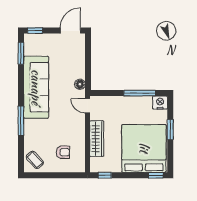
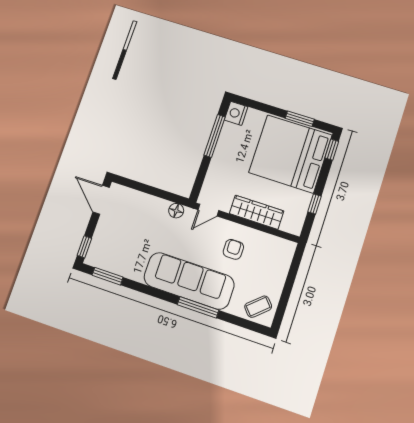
sofa: (36, 87) -> (189, 281), moved
window: (170, 130) -> (300, 119), moved
armchair: (63, 152) -> (233, 249), moved
window: (105, 175) -> (314, 204), moved

